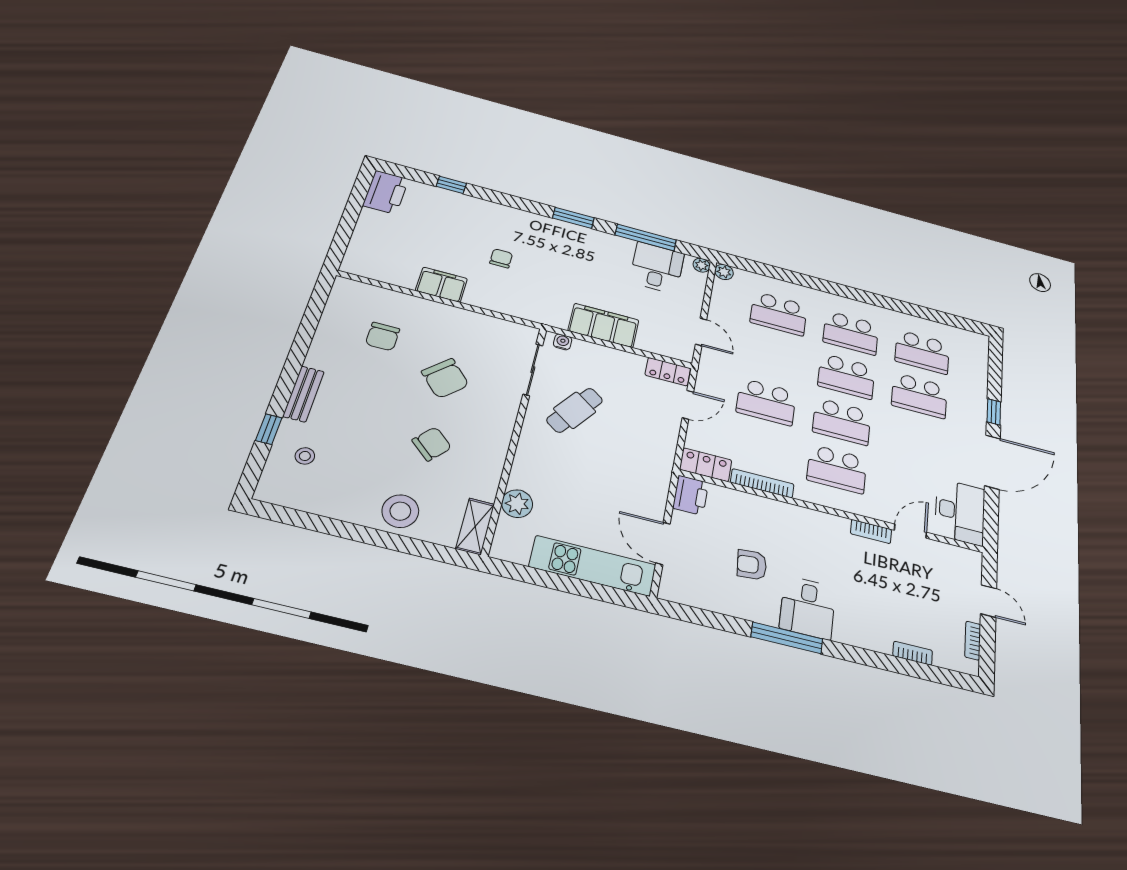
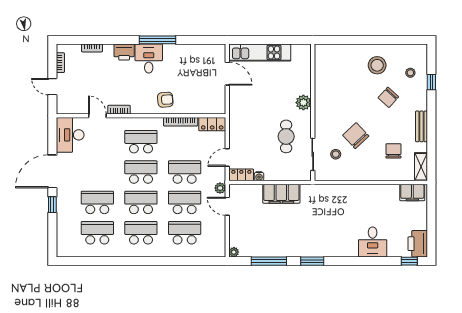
window: (451, 185) -> (409, 261), moved
chair: (501, 258) -> (345, 220), removed
desk: (657, 268) -> (373, 242), moved
plant: (724, 272) -> (220, 188), moved
filing cabinet: (442, 285) -> (412, 192), moved
water cooler: (563, 342) -> (259, 176), moved
school desk: (773, 357) -> (185, 202), added
stool: (491, 359) -> (336, 154), added
bench: (303, 394) -> (422, 126), moved
cafe table: (575, 410) -> (286, 136), turned -36
chair: (432, 444) -> (388, 97), moved
printer: (691, 495) -> (124, 52), moved, turned -90
plant: (517, 504) -> (303, 103), moved
stool: (400, 511) -> (377, 65), moved
shelving: (475, 526) -> (421, 167), moved
door: (910, 531) -> (97, 116), swing flipped
armchair: (752, 565) -> (165, 100), moved

